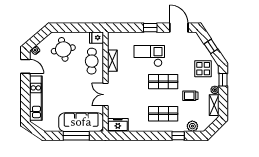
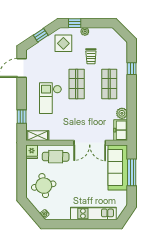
window: (150, 28) -> (22, 117), moved
shelving: (112, 61) -> (38, 136), moved
door: (25, 66) -> (61, 224), removed
double door: (105, 95) -> (90, 143), width x1.37
shelving: (214, 105) -> (101, 32), removed
plant: (192, 126) -> (122, 113), moved

